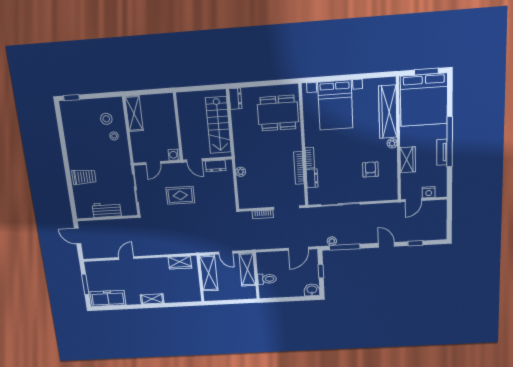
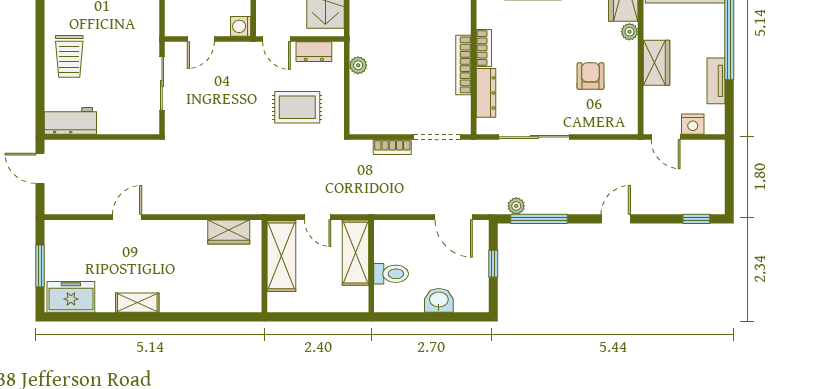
tv unit: (442, 152) -> (716, 81), moved
trolley: (84, 177) -> (69, 56), turned 90
dresser: (312, 178) -> (486, 93), width x1.44
rug: (180, 195) -> (297, 107), moved
door: (413, 200) -> (666, 137), hinge flipped
workbench: (107, 210) -> (70, 121), moved
window: (415, 243) -> (696, 219), moved
door: (386, 245) -> (616, 219), hinge flipped
door: (298, 249) -> (454, 217), hinge flipped
washbasin: (312, 290) -> (439, 300), moved
freezer: (108, 298) -> (71, 297), width x0.71
shelving: (152, 299) -> (137, 303), moved

